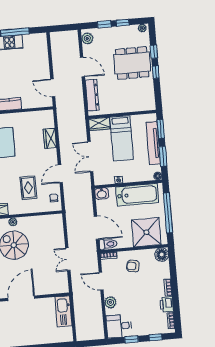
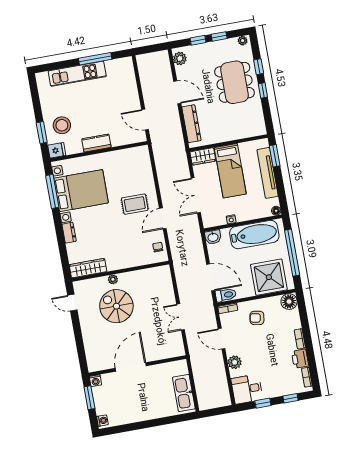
dining table: (132, 63) -> (235, 82), turned 90
wardrobe: (50, 138) -> (147, 178), removed
window: (163, 156) -> (280, 187), removed
rug: (28, 188) -> (135, 204), moved, turned 90
kitchen sink: (63, 311) -> (184, 393), moved

